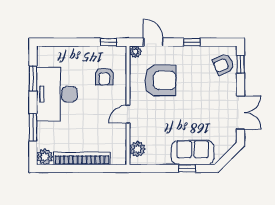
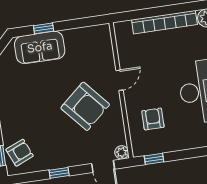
armchair: (160, 80) -> (85, 106), moved, turned -131
plant: (137, 149) -> (103, 42), removed

